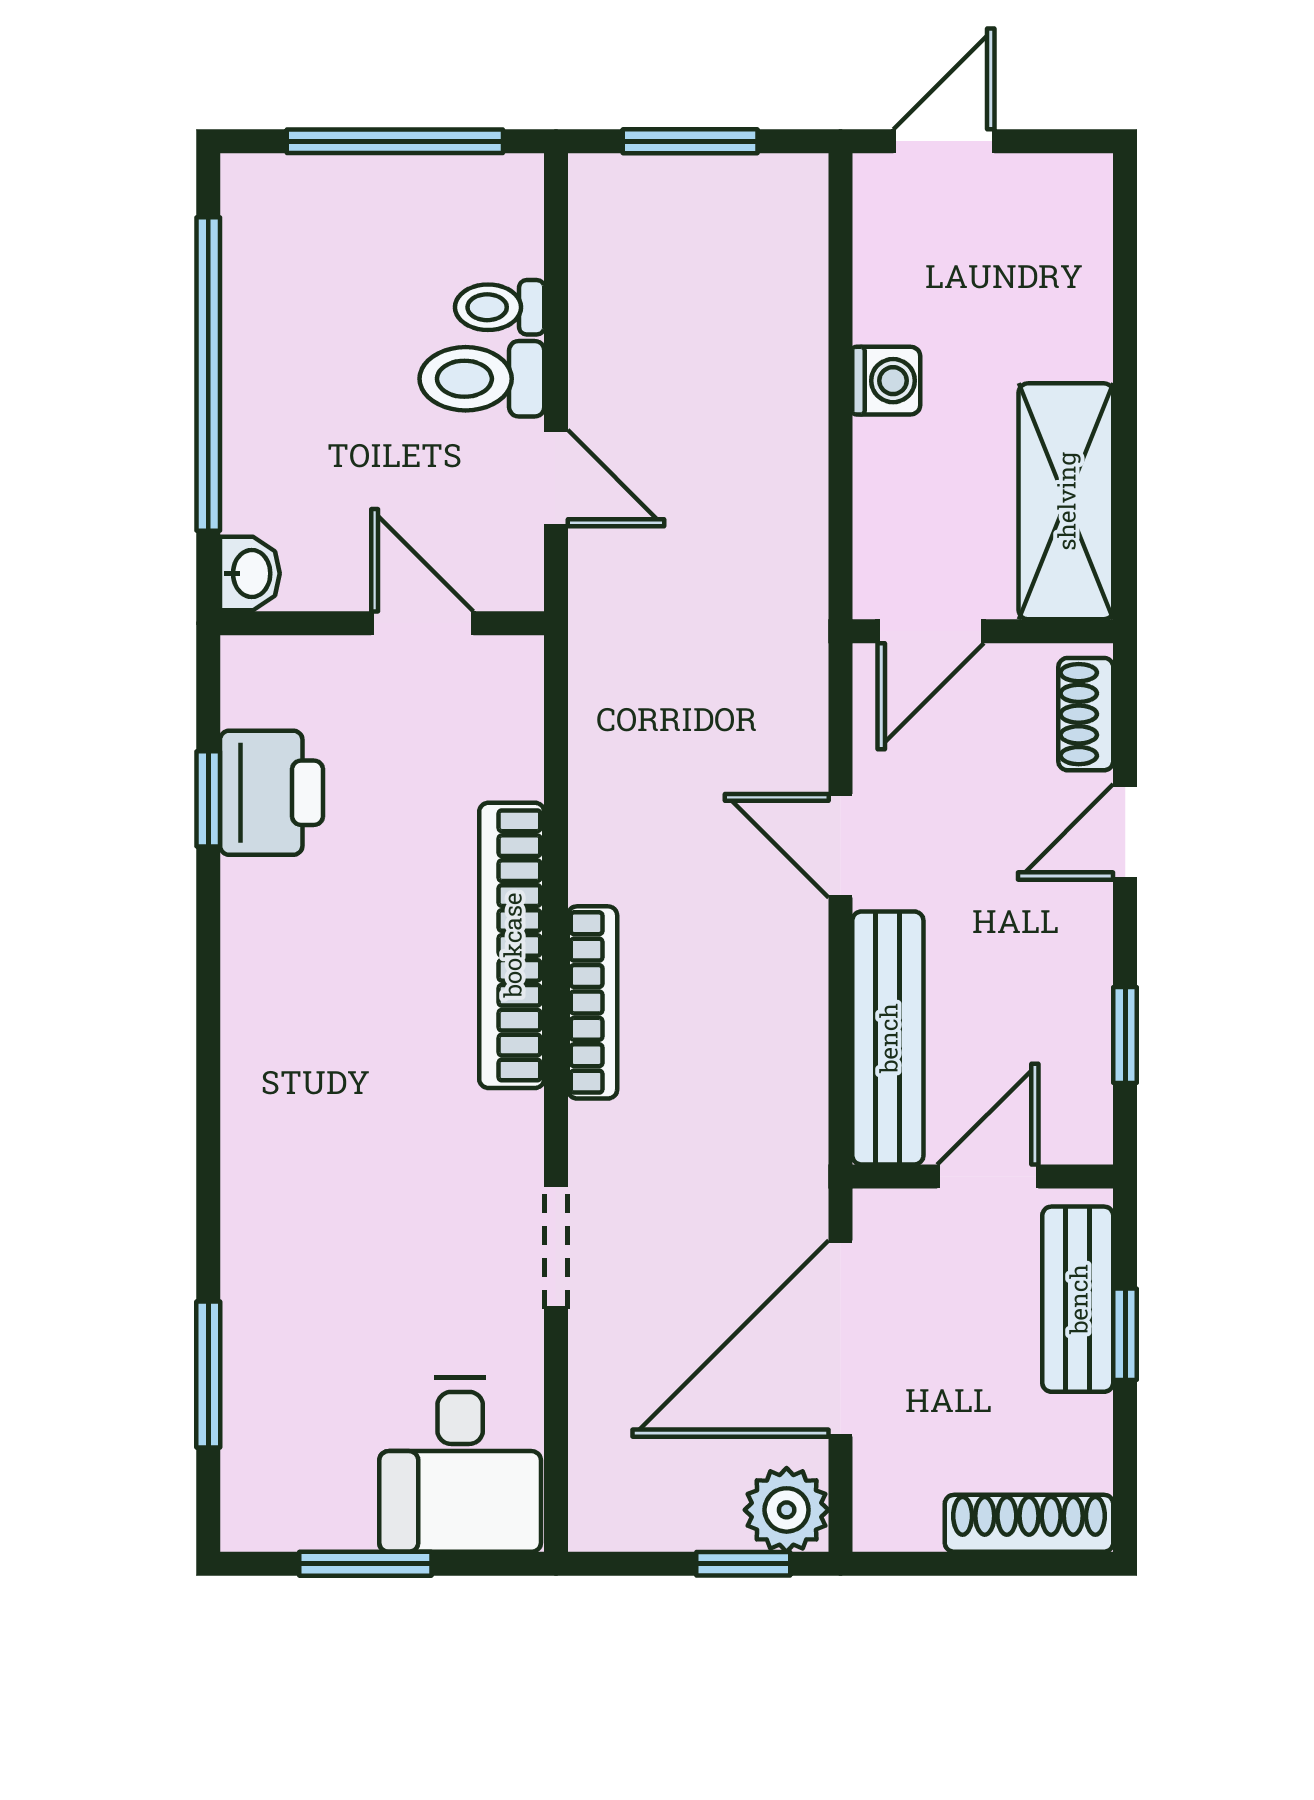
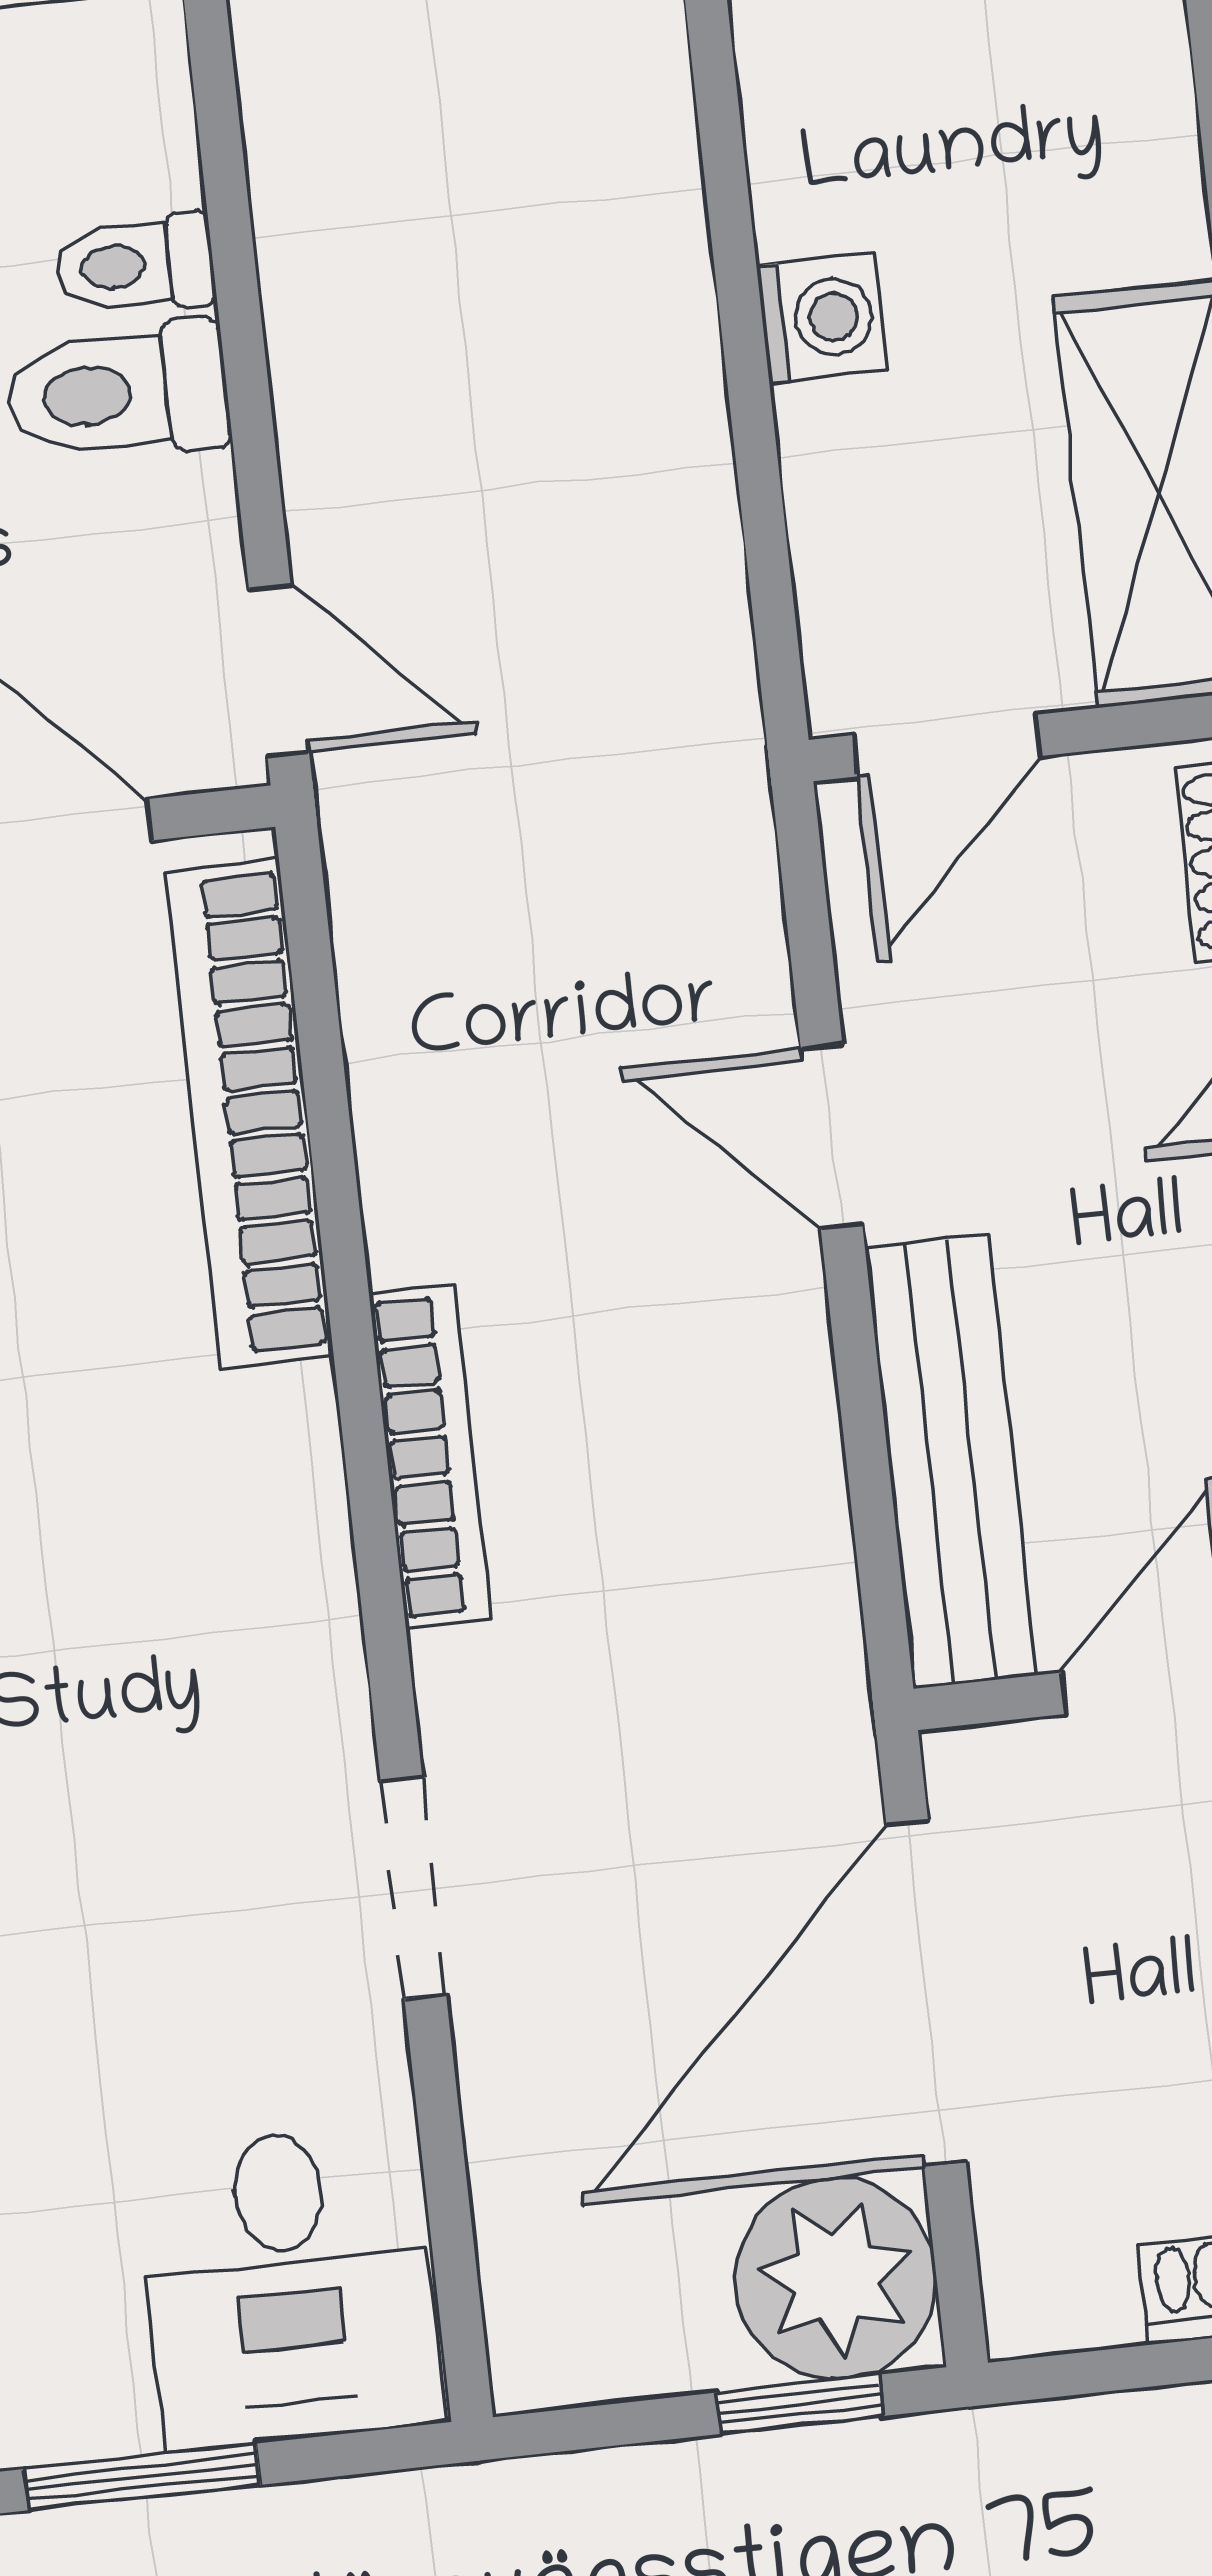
door: (556, 478) -> (279, 671), moved
bookcase: (512, 945) -> (250, 1114), moved
plant: (787, 1510) -> (836, 2278), width x1.36, depth x1.36

